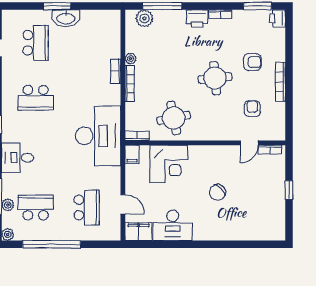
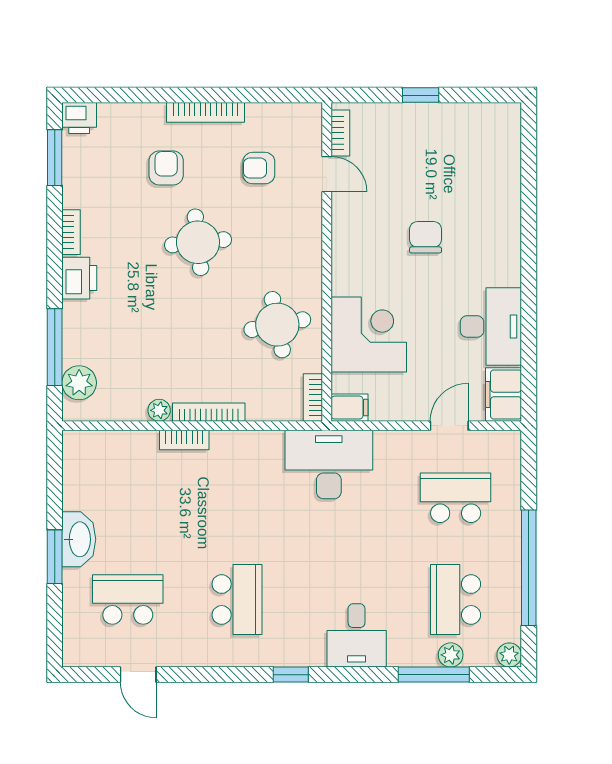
desk: (98, 136) -> (329, 465), width x0.73, depth x0.77
chair: (218, 192) -> (426, 237), turned -133

